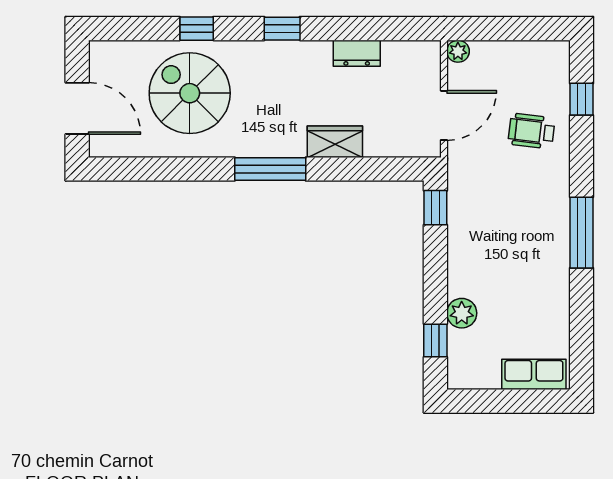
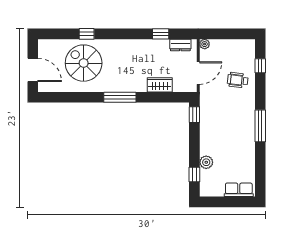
window: (282, 29) -> (161, 34), moved
dresser: (357, 53) -> (180, 45), moved
wardrobe: (335, 142) -> (160, 85), moved

